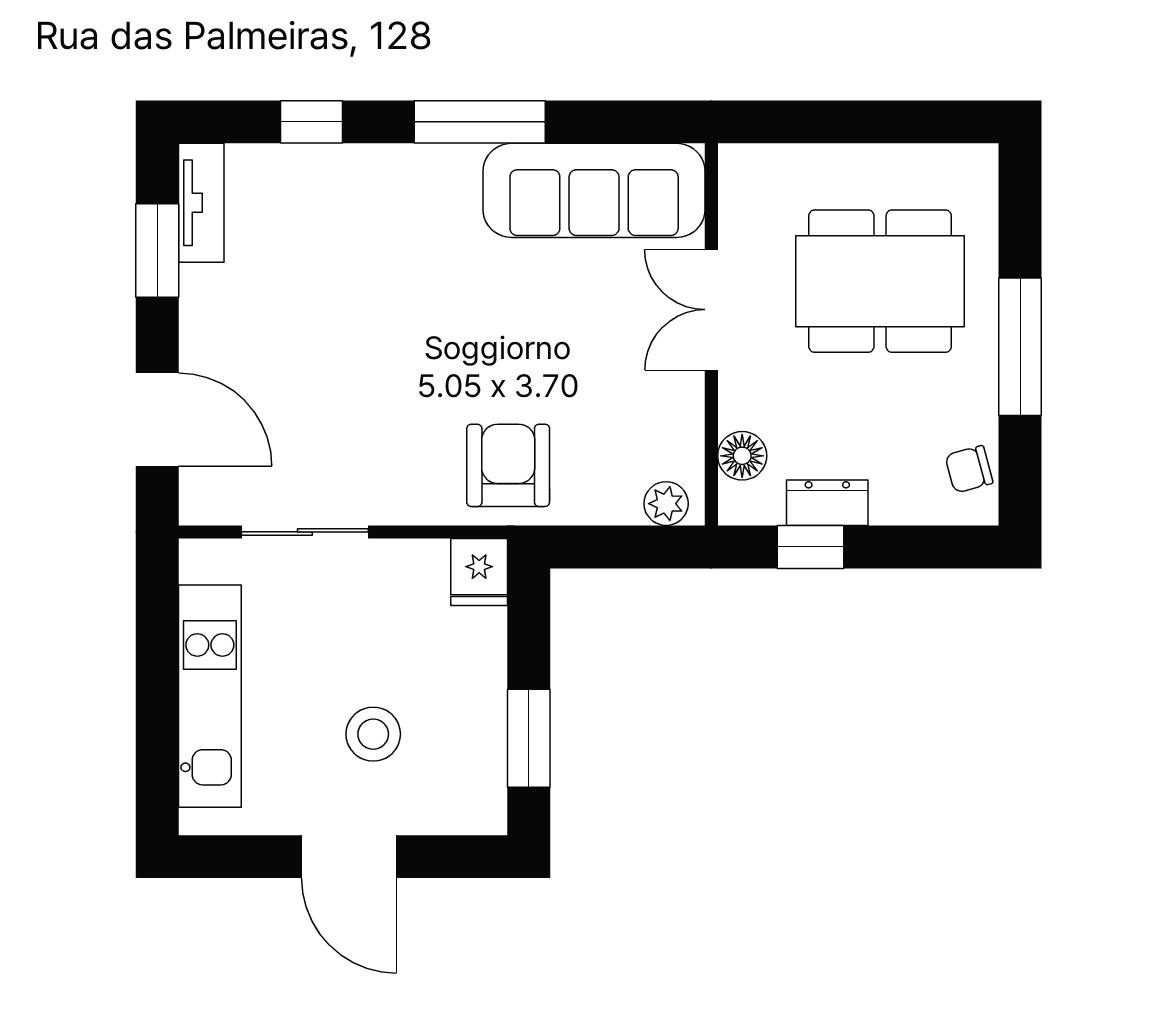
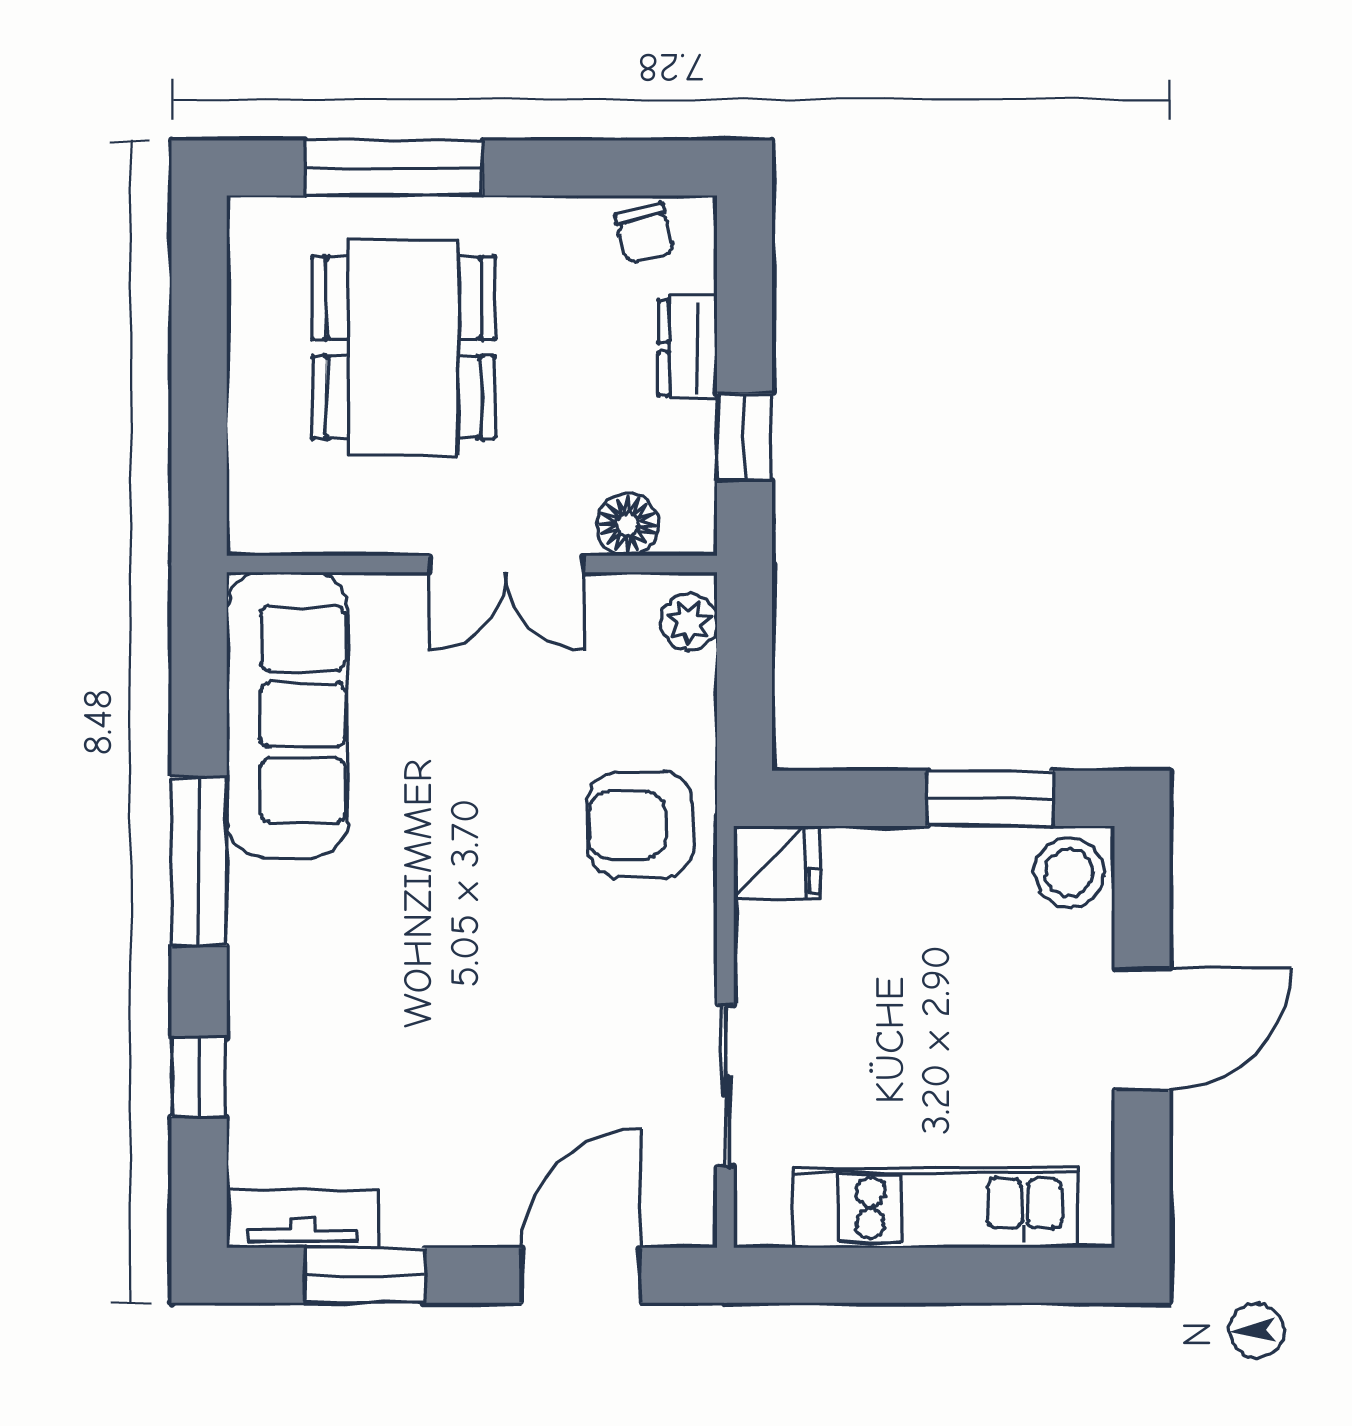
double door: (711, 310) -> (507, 564), moved
window: (1020, 347) -> (394, 168), moved
dresser: (827, 503) -> (688, 347), moved
stool: (373, 734) -> (1069, 873), moved

